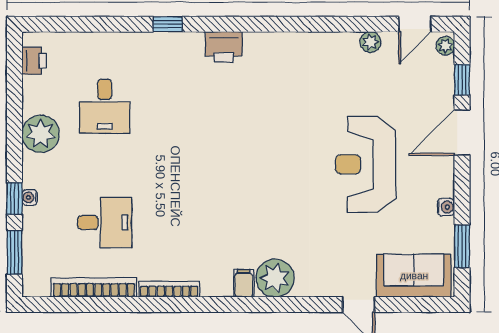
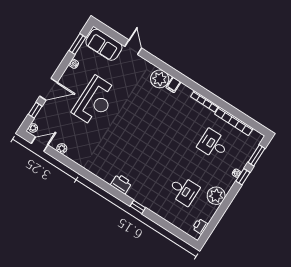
desk: (105, 106) -> (184, 190), turned 90

